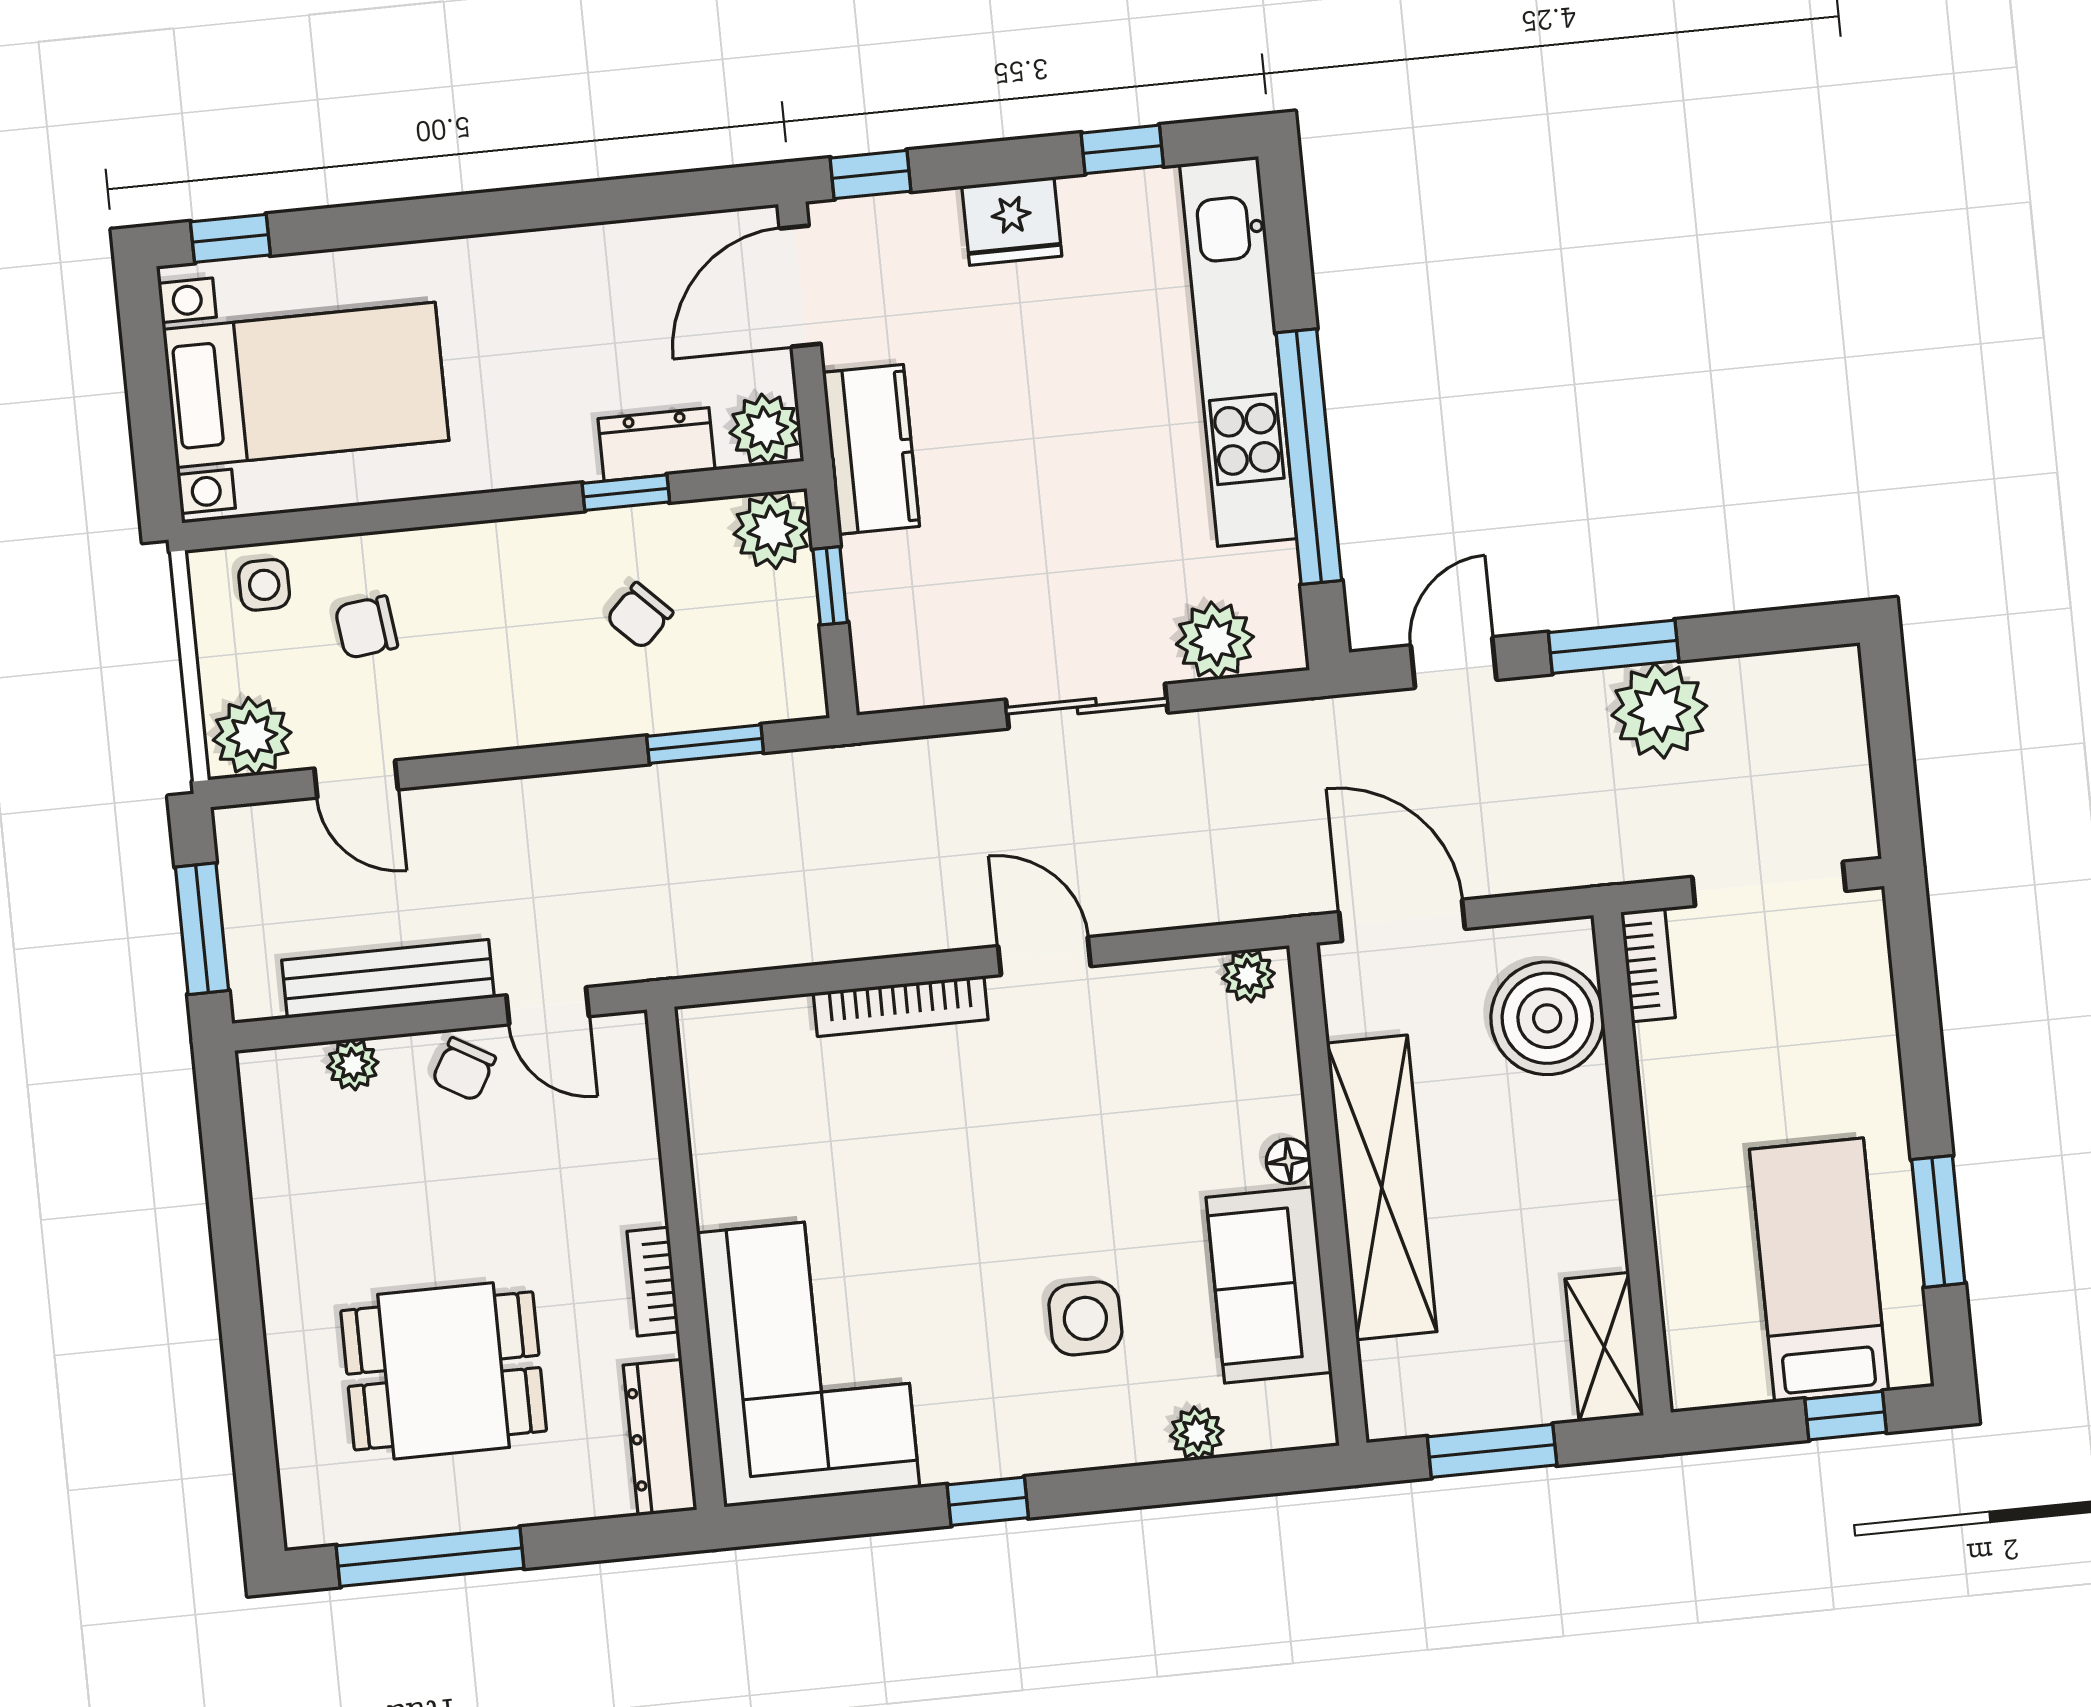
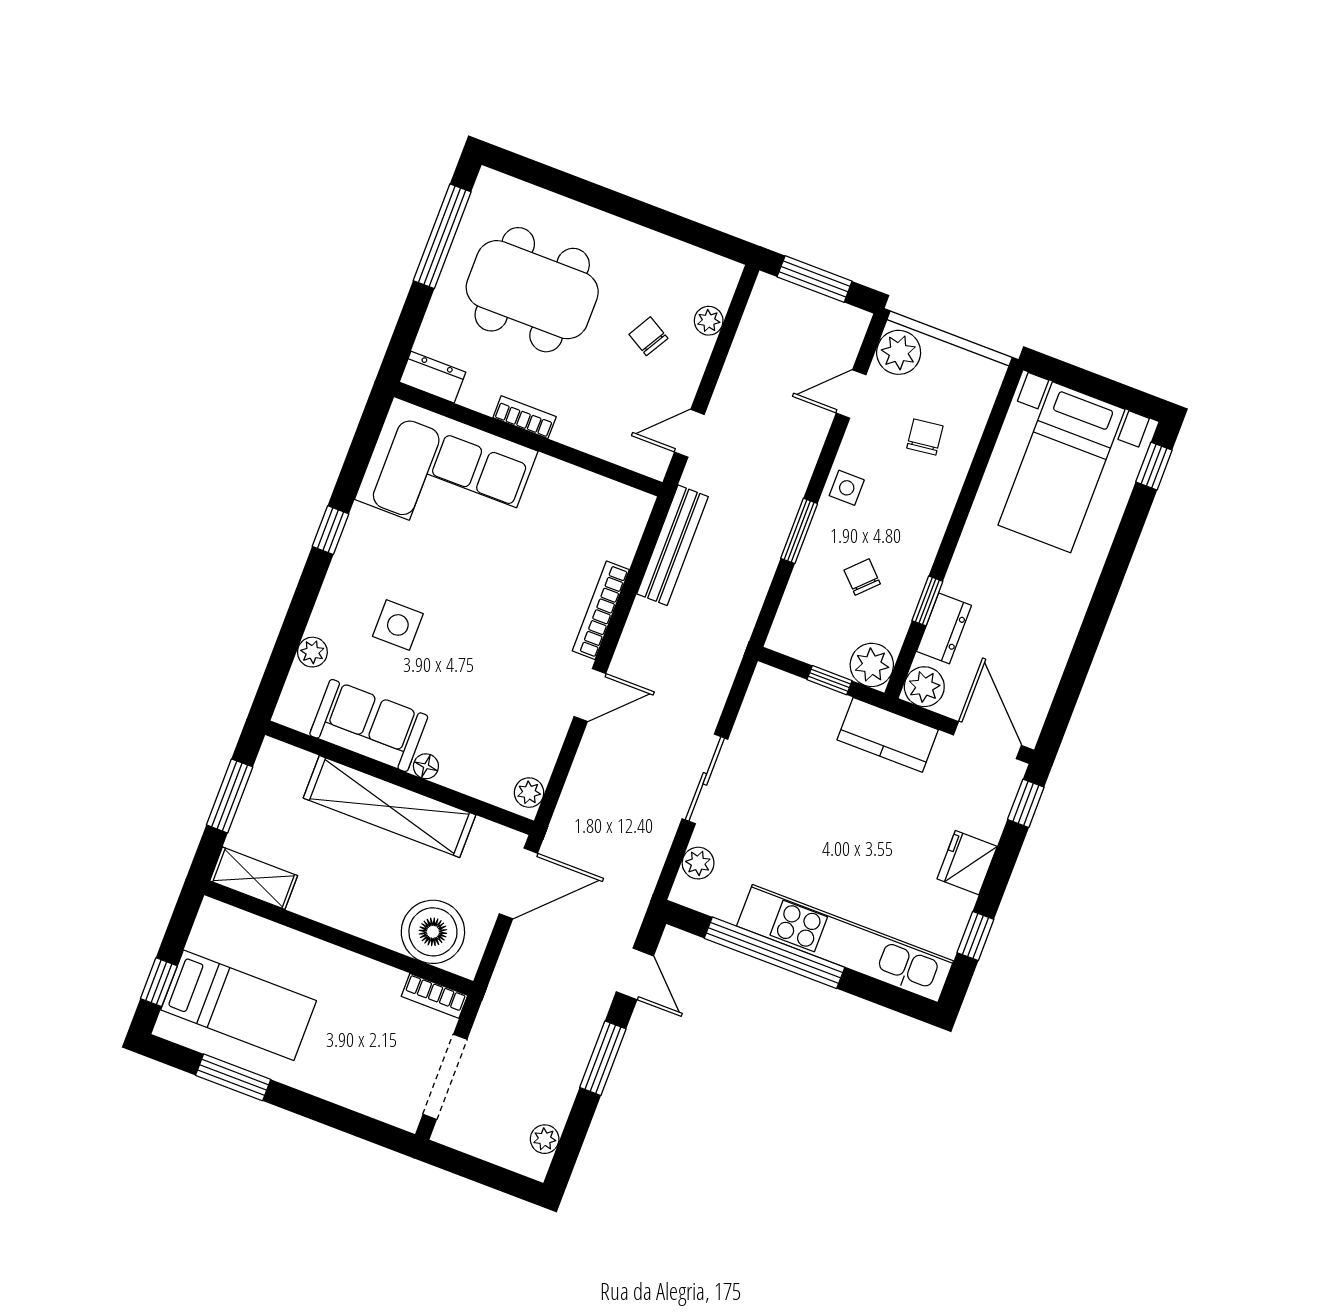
side table: (264, 585) -> (847, 488), moved
plant: (1215, 641) -> (698, 863), width x0.73, depth x0.73
plant: (1659, 711) -> (545, 1139), moved, width x0.53, depth x0.53
window: (705, 744) -> (799, 531), moved
bench: (388, 979) -> (673, 545), moved
chair: (464, 1069) -> (648, 336), moved
dining table: (444, 1371) -> (532, 290), width x1.38
dresser: (660, 1437) -> (432, 377), width x0.70

